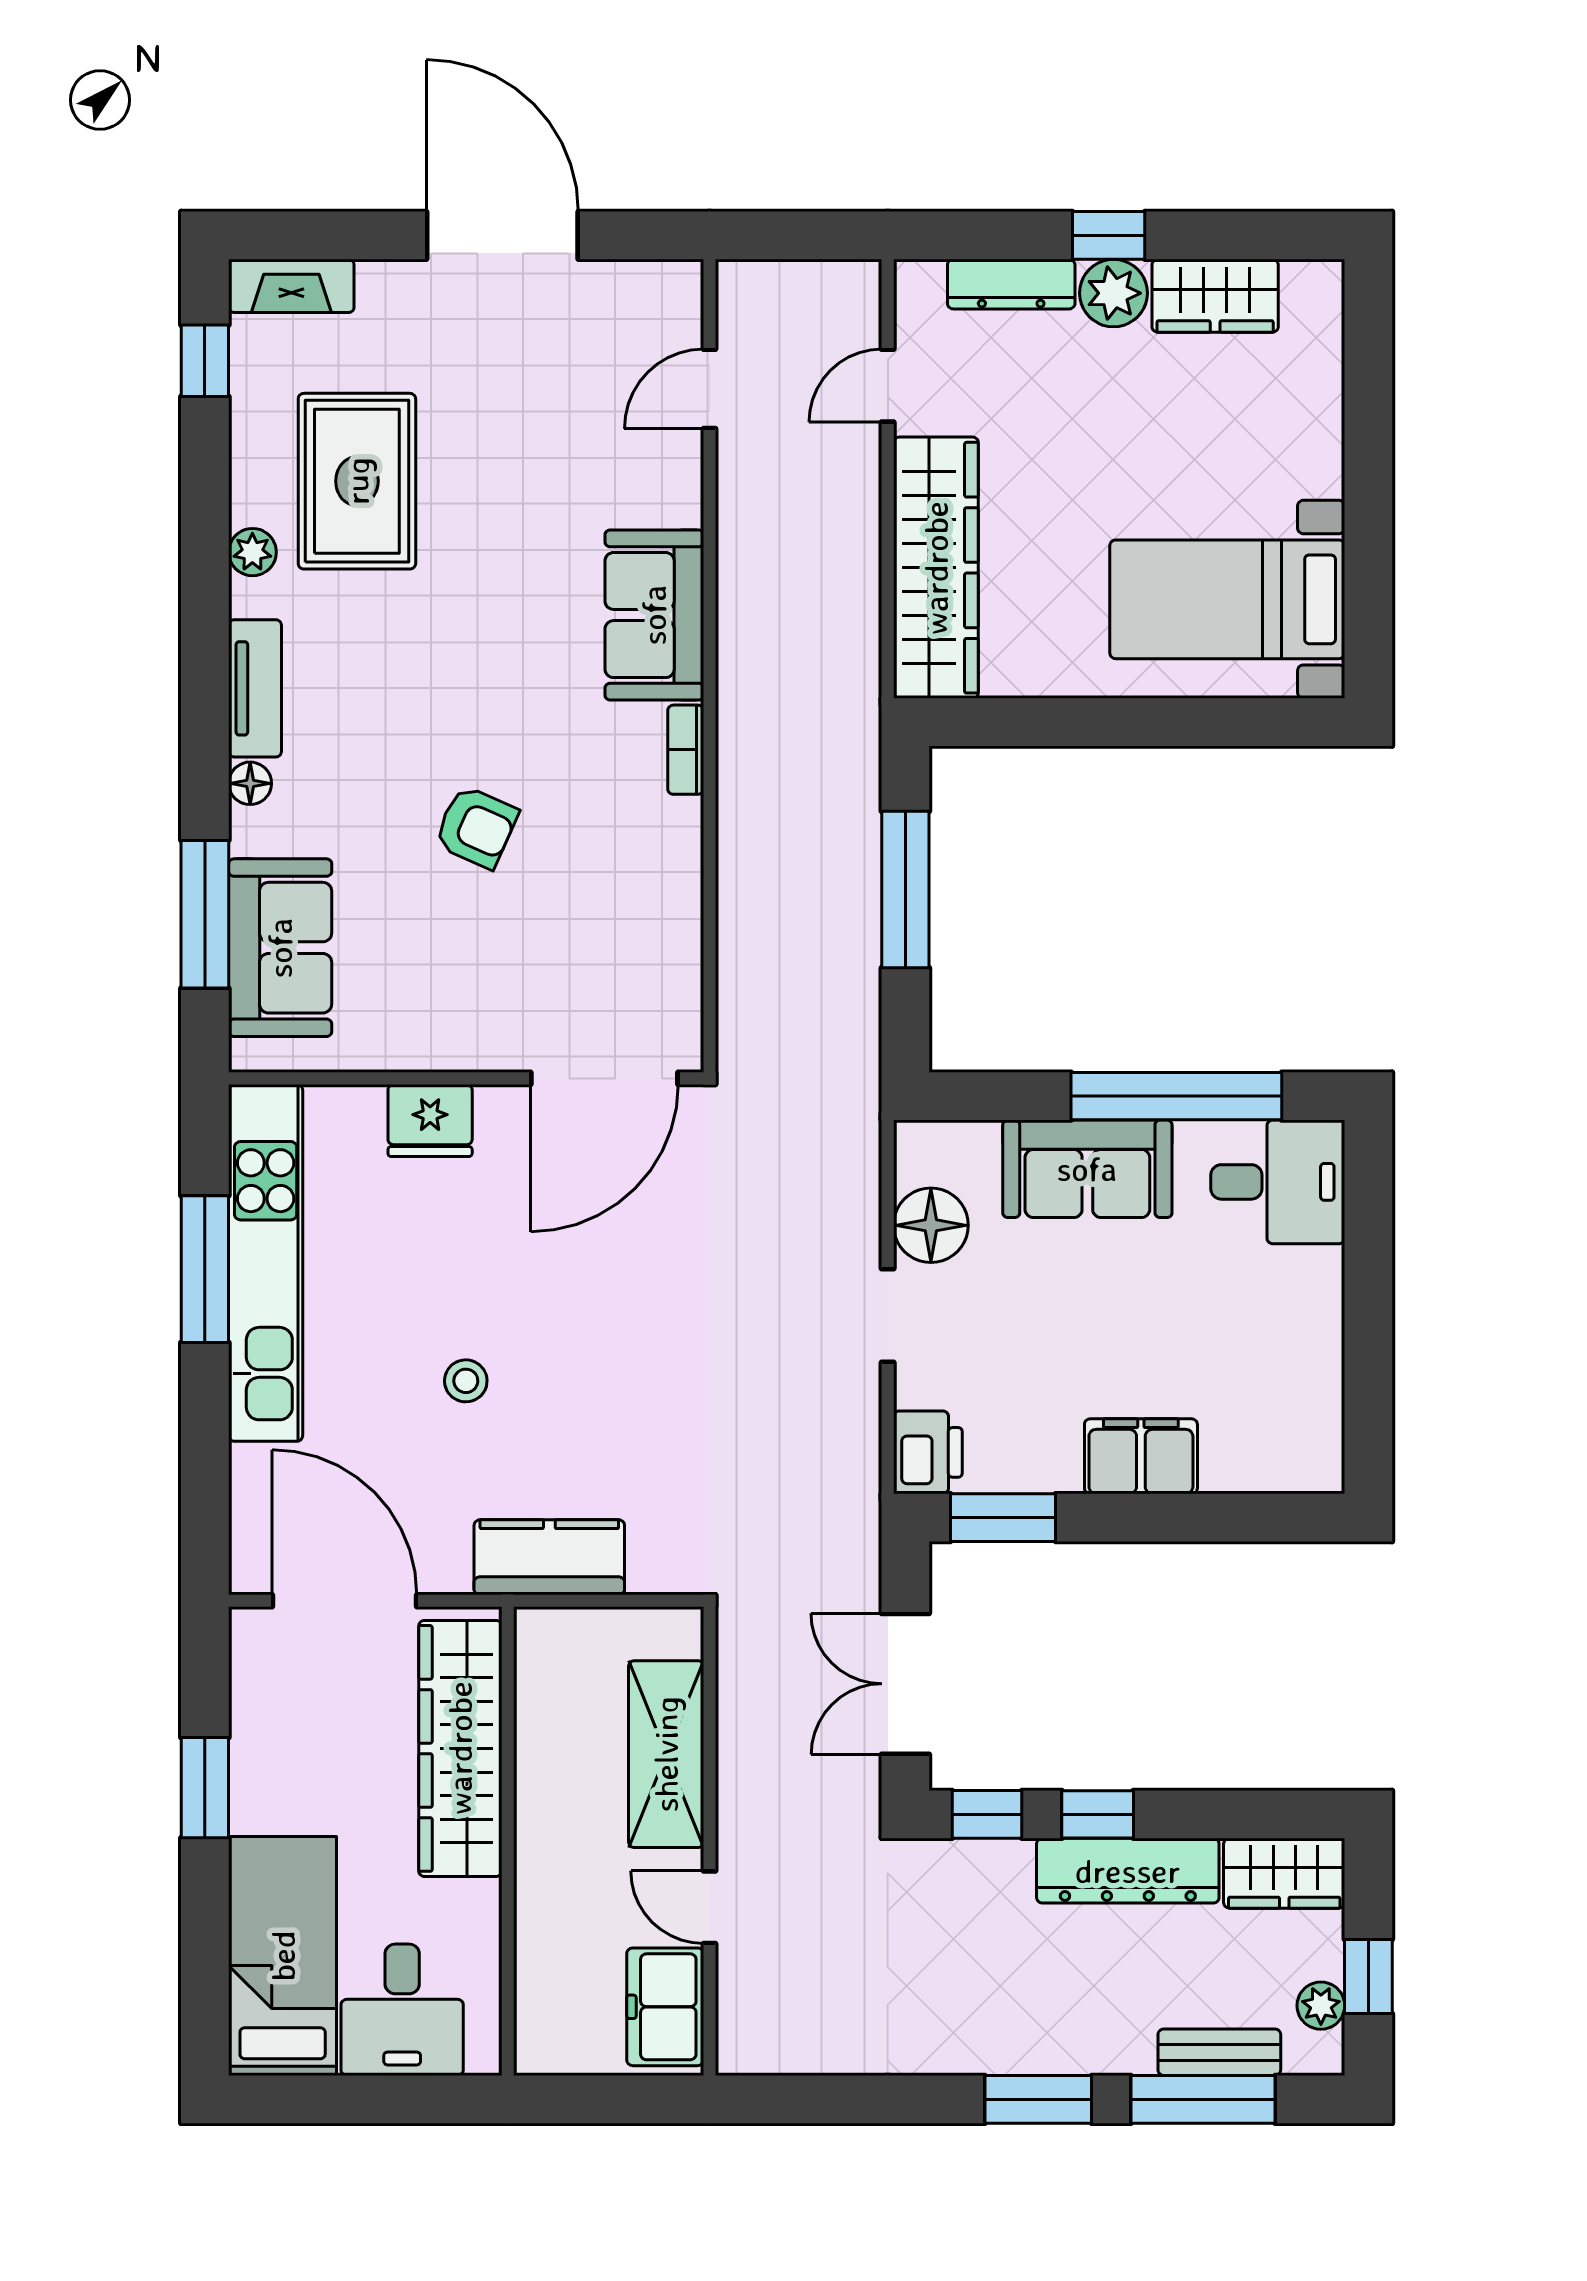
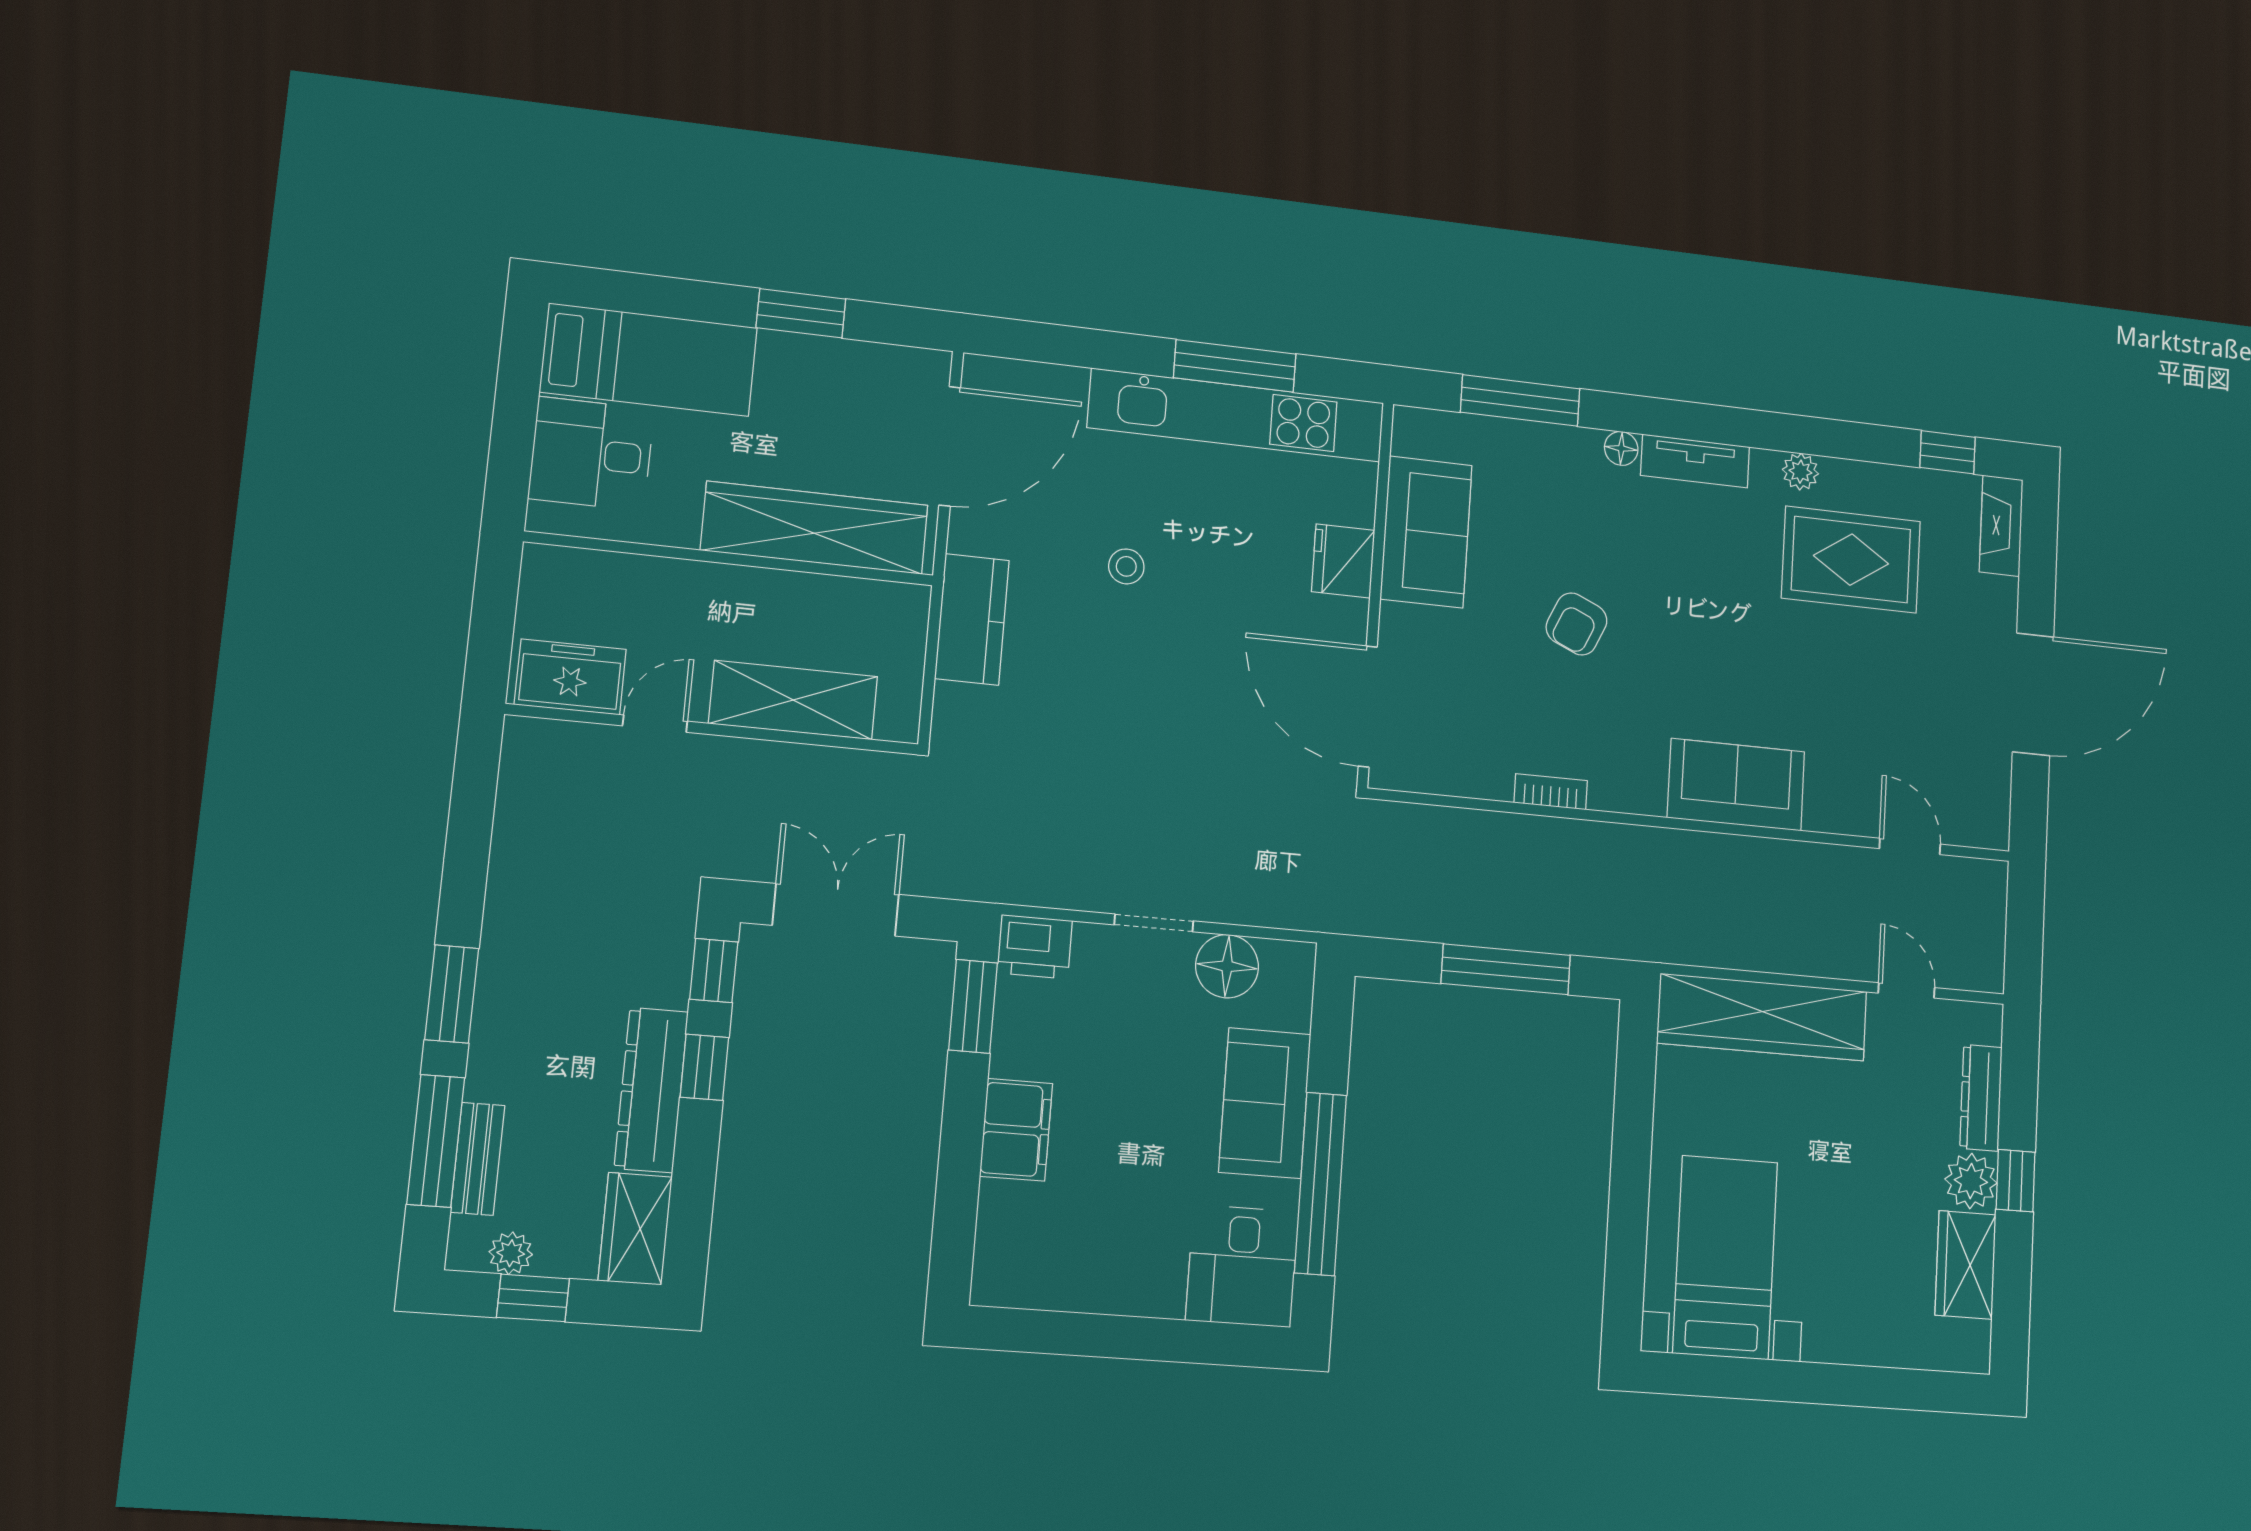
bookcase: (686, 750) -> (1551, 792), moved
sofa: (280, 948) -> (1426, 532), moved, turned -90

